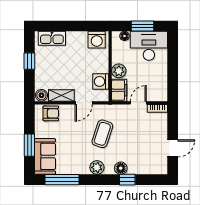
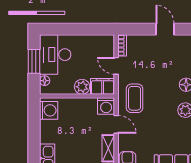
washing machine: (101, 81) -> (106, 106), moved
coffee table: (102, 134) -> (135, 98), moved, turned 72

